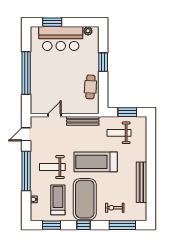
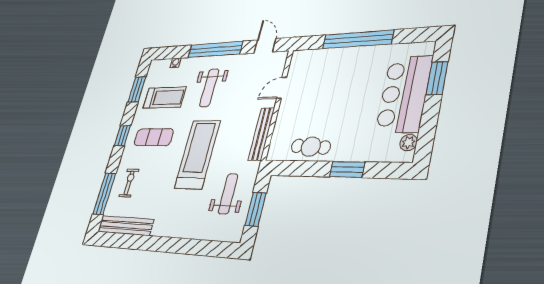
door: (54, 115) -> (282, 88), swing flipped
weight bench: (52, 167) -> (209, 88), turned 180
bench: (141, 182) -> (125, 226), moved
exercise mat: (85, 199) -> (154, 137), width x0.50, depth x0.69

